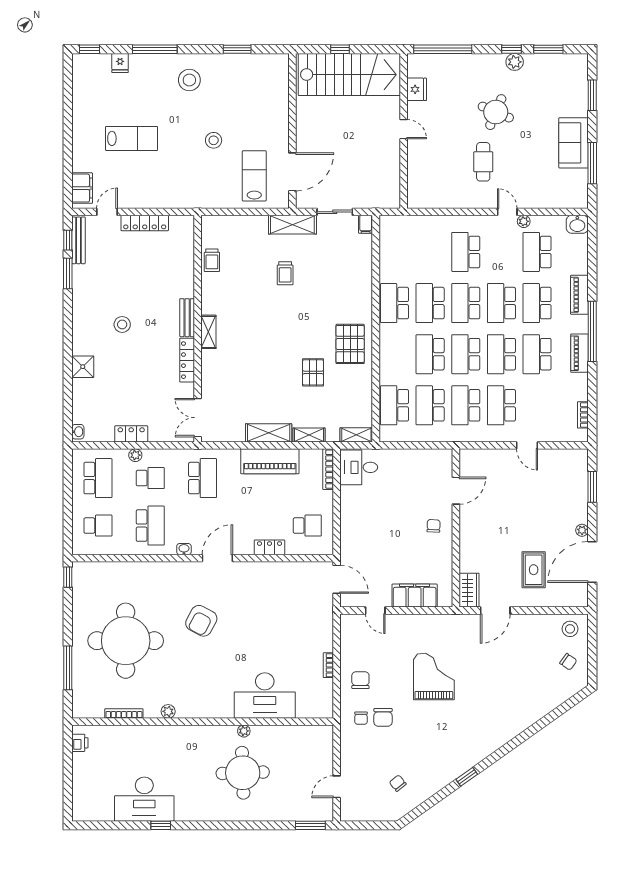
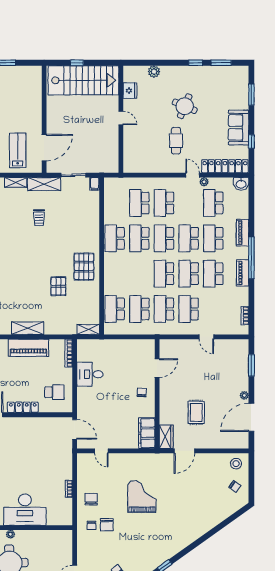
window: (443, 49) -> (148, 63), removed
plant: (515, 62) -> (154, 72), moved
window: (592, 163) -> (251, 142), width x0.46
locker: (554, 199) -> (225, 166), added
school desk: (430, 354) -> (139, 203), moved
shelving: (309, 435) -> (16, 182), moved
desk: (359, 467) -> (90, 374), moved
locker: (270, 547) -> (23, 407), width x1.53
rug: (534, 570) -> (196, 412), moved
filing cabinet: (415, 596) -> (147, 433), moved, turned -90

